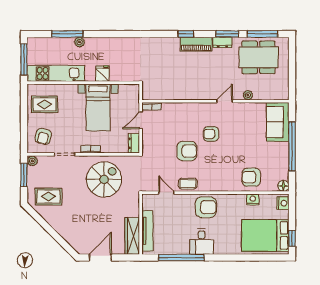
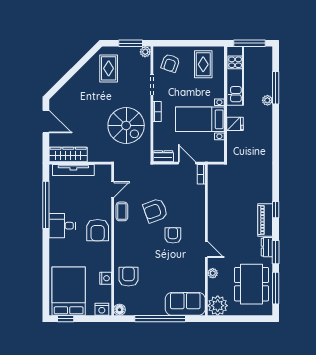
plant: (279, 90) -> (218, 306), added
armchair: (43, 136) -> (170, 63), turned -85
armchair: (187, 151) -> (155, 211), turned 70

